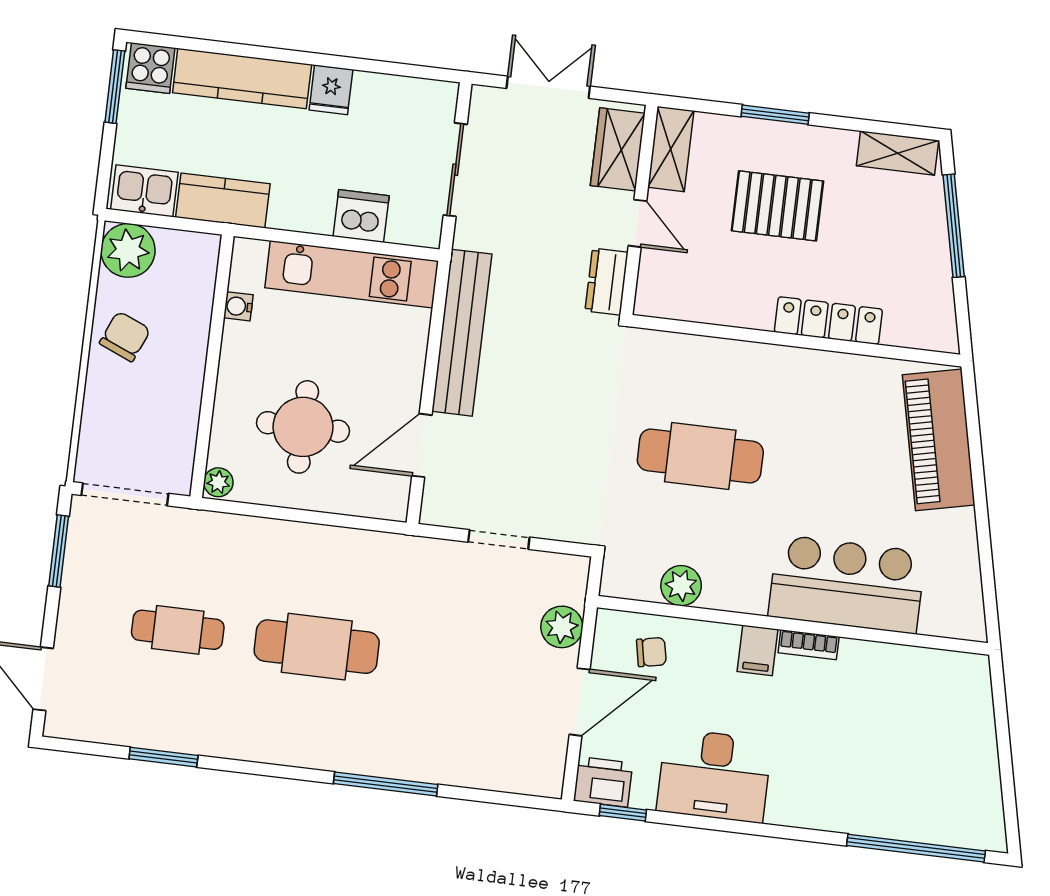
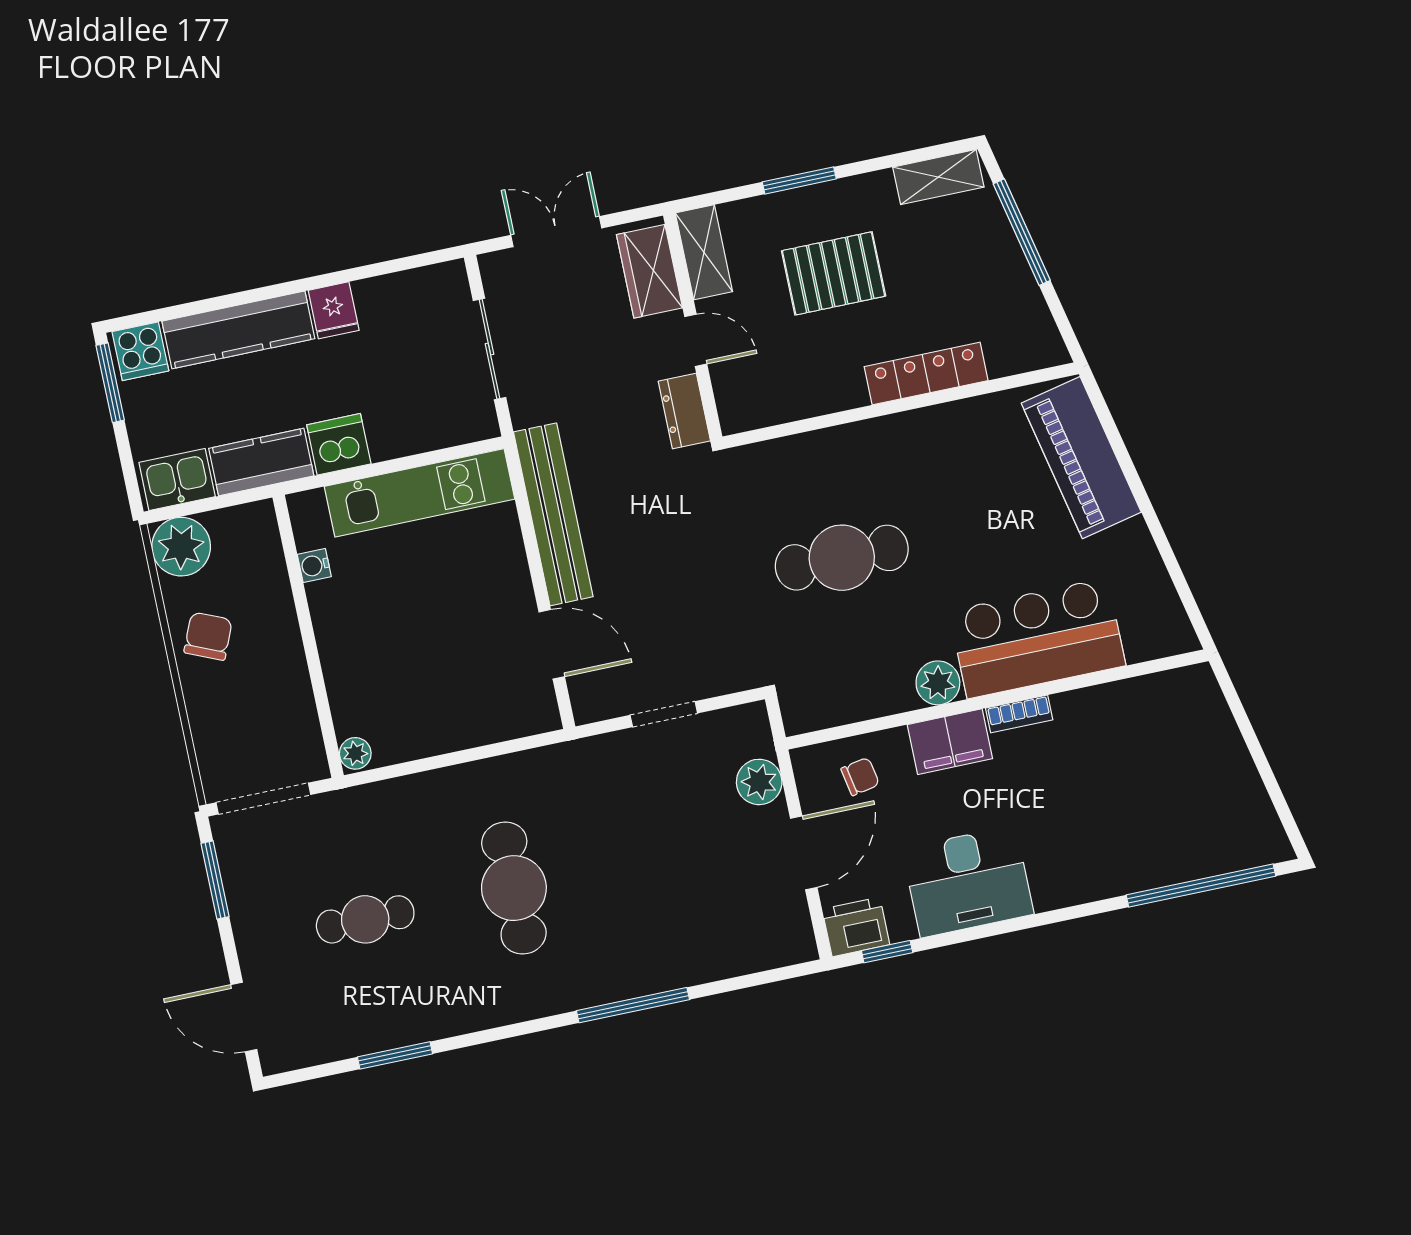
dishwasher: (361, 216) -> (339, 444), moved
round table: (303, 427) -> (423, 667), removed
door: (422, 445) -> (552, 644), swing flipped
plant: (681, 586) -> (938, 683), moved
cafe table: (317, 647) -> (514, 888), turned 90
filing cabinet: (757, 650) -> (950, 742), width x2.00

